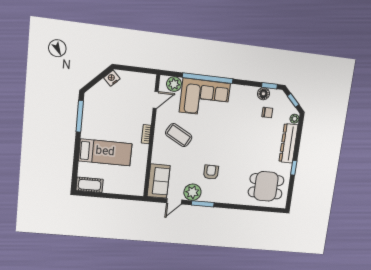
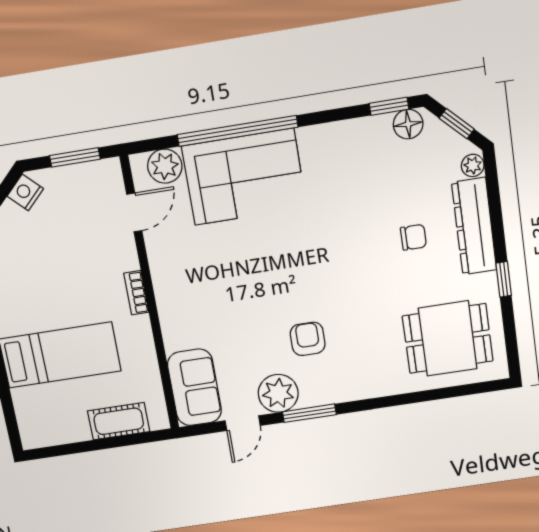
window: (138, 70) -> (75, 157), added
floor lamp: (263, 94) -> (408, 124), moved
chair: (267, 113) -> (413, 237), moved
coffee table: (179, 135) -> (209, 276), removed
cot: (90, 185) -> (119, 421), moved

